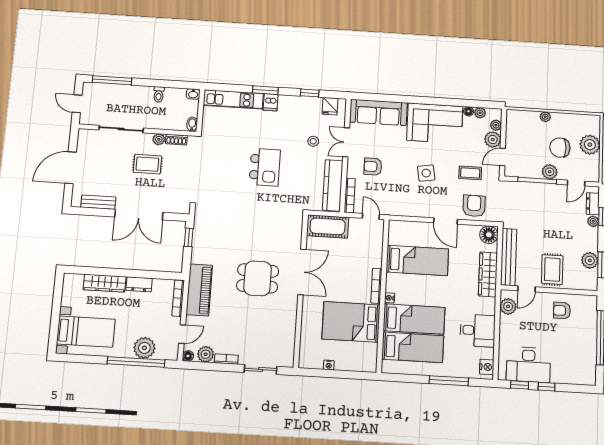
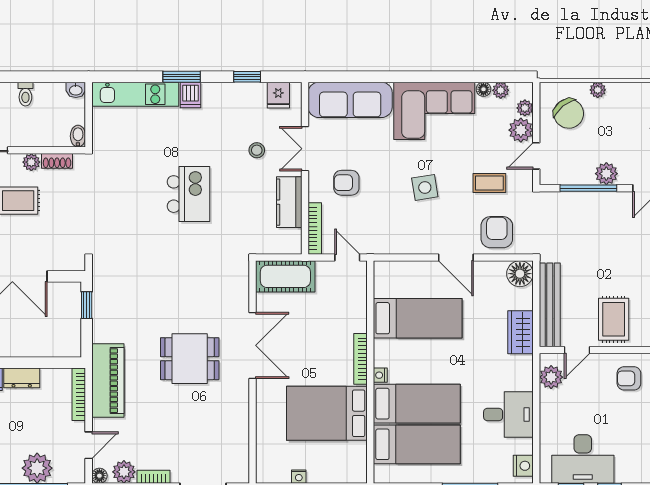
chair: (560, 148) -> (569, 114), moved, turned -129
kitchen counter: (333, 185) -> (289, 202), width x0.67
wardrobe: (488, 274) -> (521, 332), width x0.67

